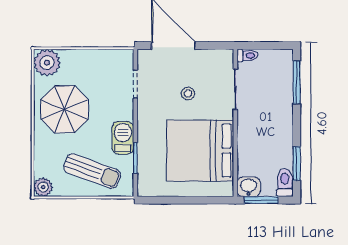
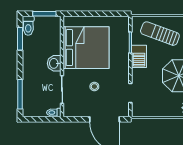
washbasin: (249, 187) -> (54, 63), moved, turned 90

